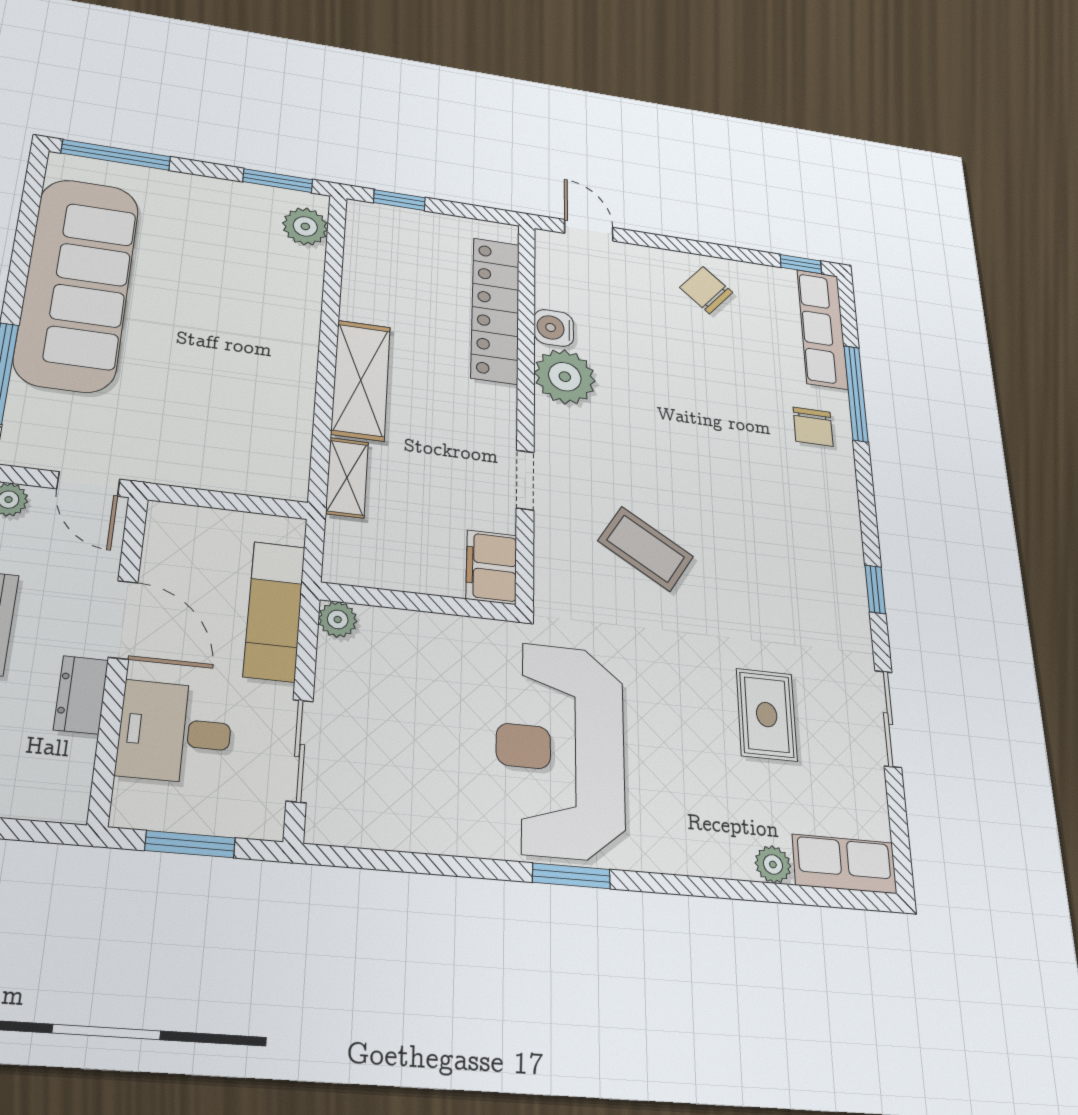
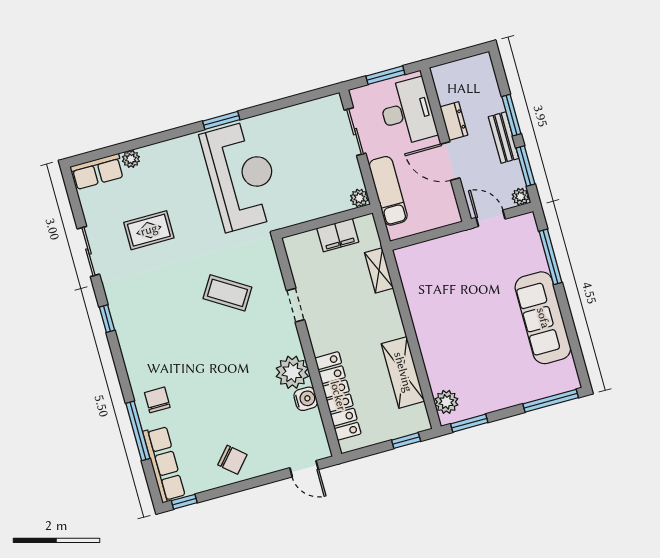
sofa: (77, 283) -> (543, 318), width x0.74, depth x0.79
shelving: (361, 380) -> (403, 372), moved
filing cabinet: (491, 567) -> (338, 235), moved, turned 90
rug: (767, 715) -> (149, 230), turned 90
desk: (175, 732) -> (407, 112), width x1.37

